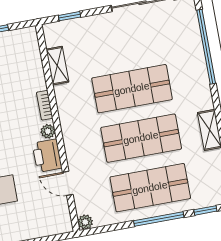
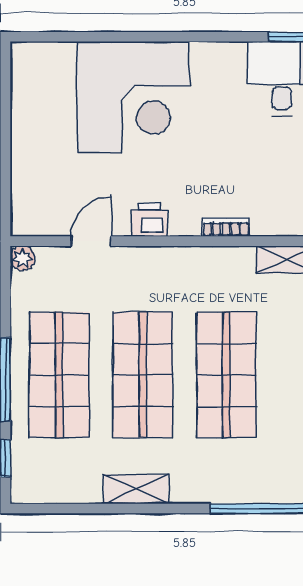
plant: (48, 131) -> (182, 224), removed
printer: (47, 156) -> (149, 220), width x0.73, depth x0.81

